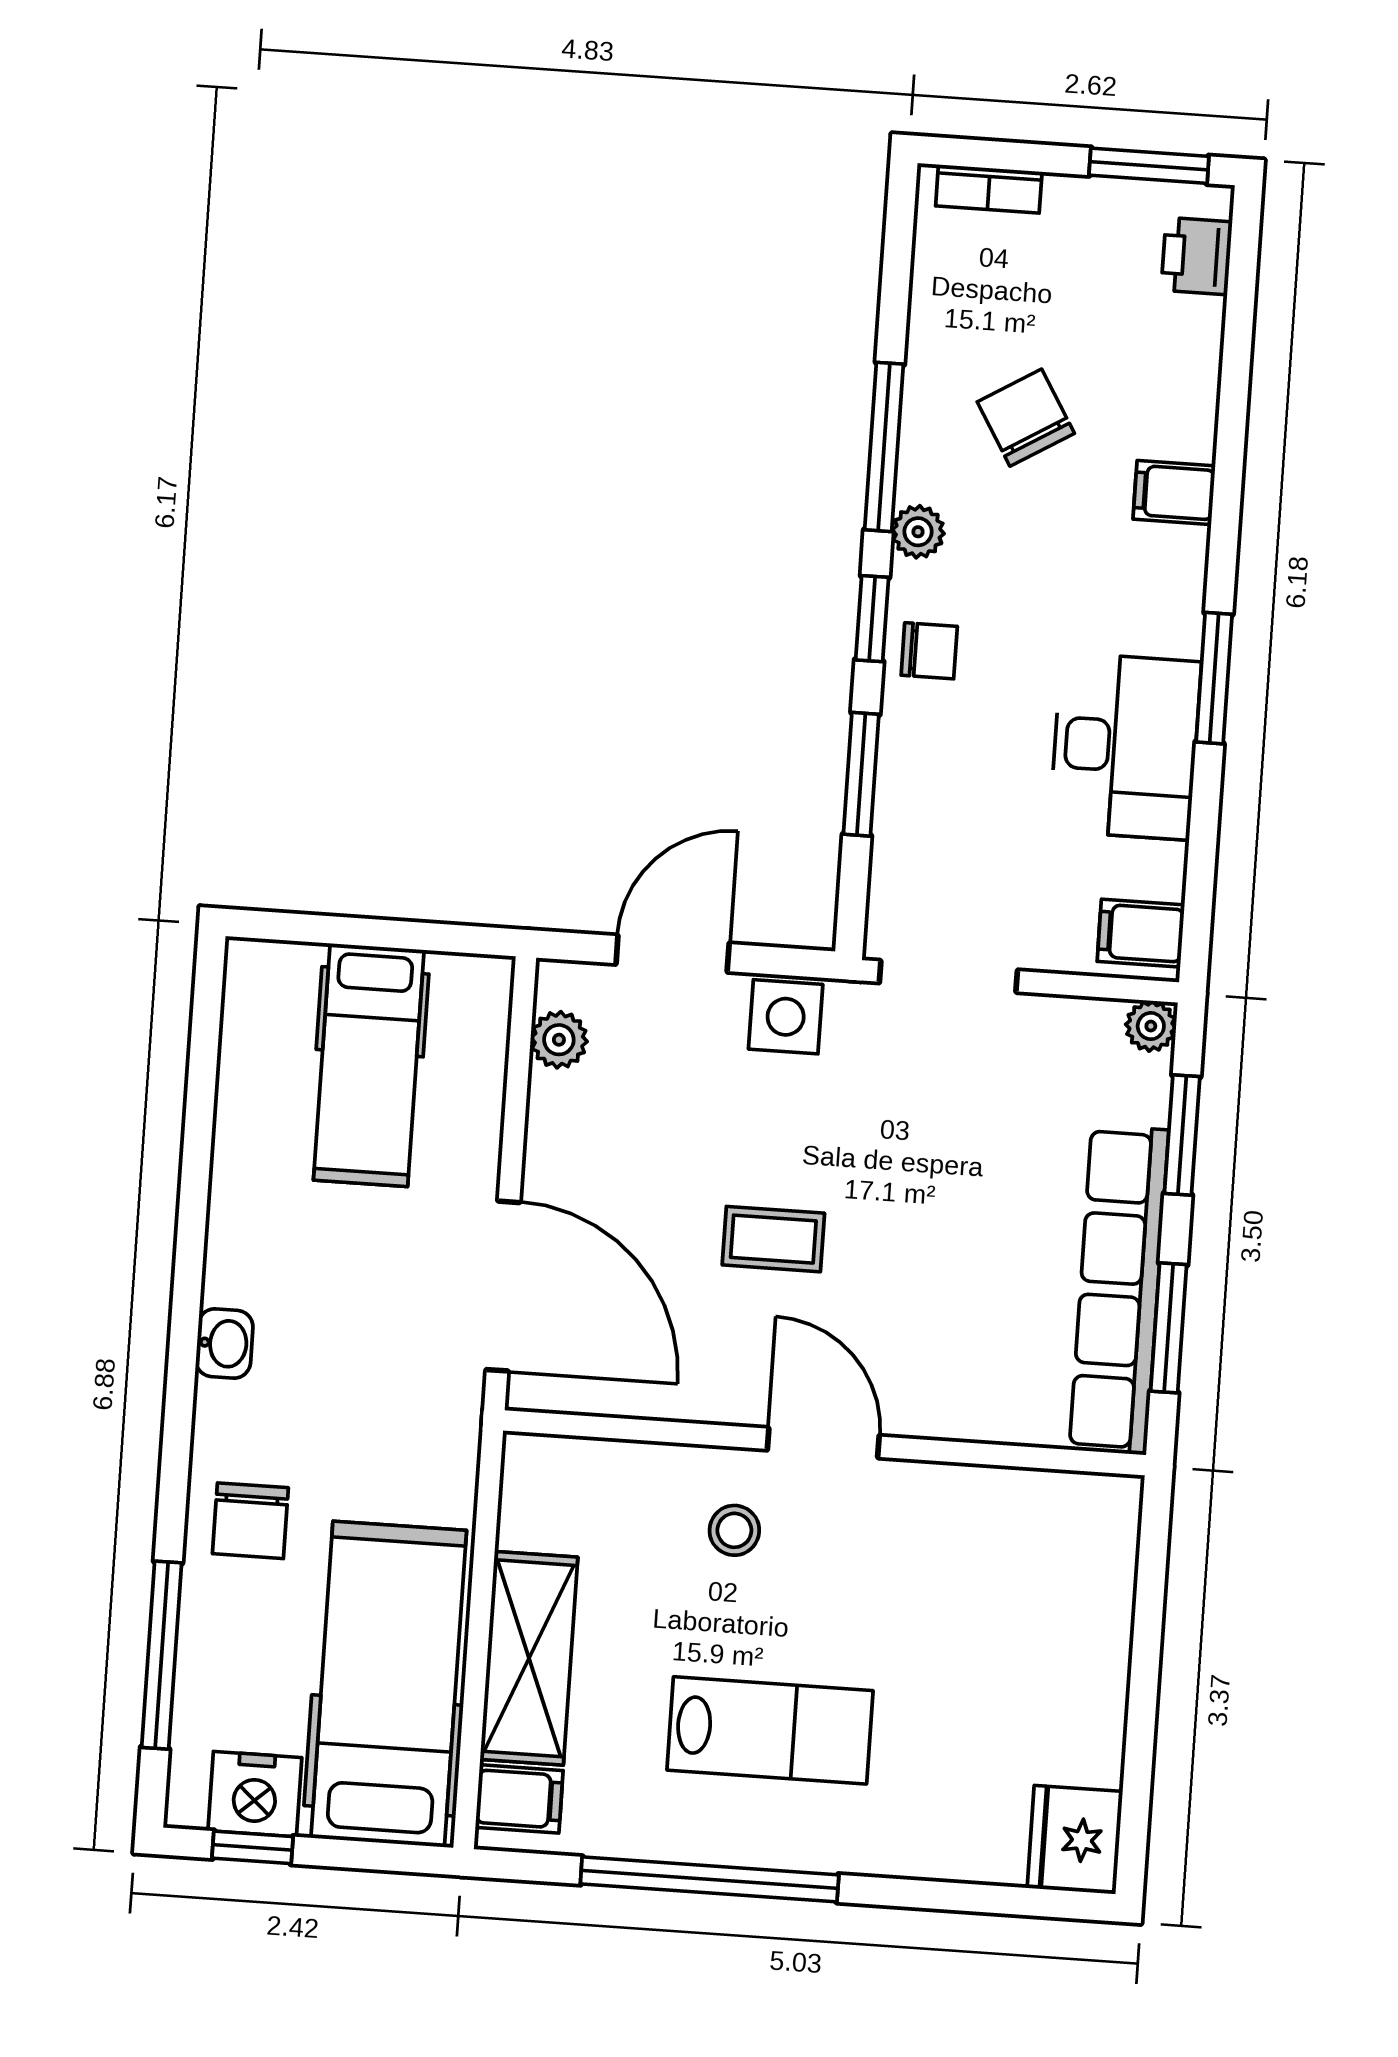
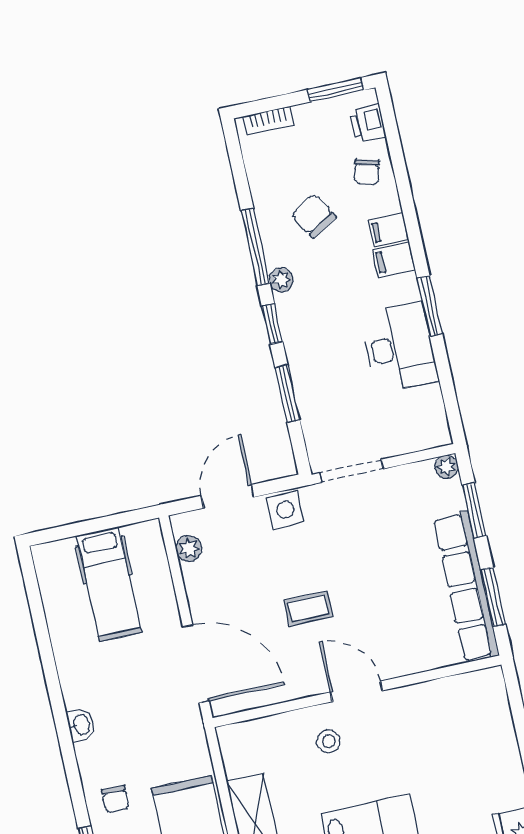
chair: (929, 651) -> (367, 172), moved, turned 105
filing cabinet: (1141, 933) -> (394, 260), moved
chair: (250, 1521) -> (115, 799), width x0.73, depth x0.73

